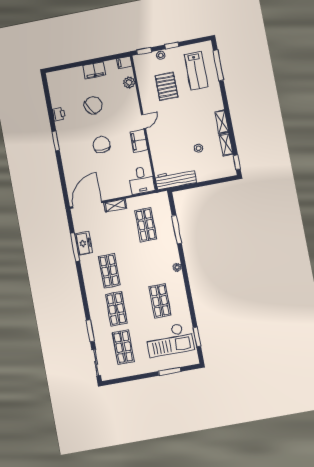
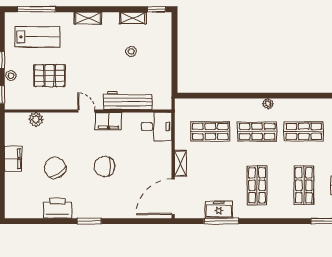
filing cabinet: (124, 63) -> (11, 121), removed
printer: (59, 114) -> (58, 208), width x1.87, depth x1.48
shelving: (222, 122) -> (88, 18), moved
workbench: (176, 179) -> (128, 101), moved, turned 90
door: (87, 205) -> (173, 197), hinge flipped
window: (177, 229) -> (223, 96), removed
shop shelf: (153, 263) -> (257, 131), added
shop shelf: (109, 271) -> (257, 185), turned 90
shop shelf: (116, 309) -> (304, 185), turned 90

